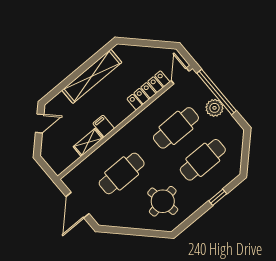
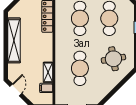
filing cabinet: (104, 126) -> (46, 88), moved

